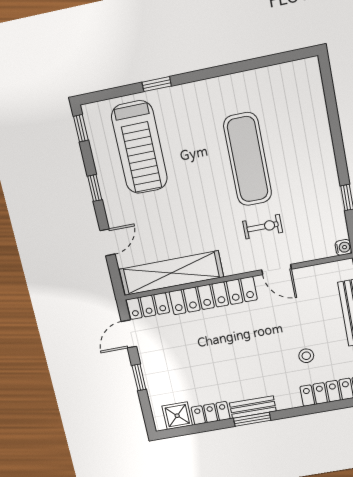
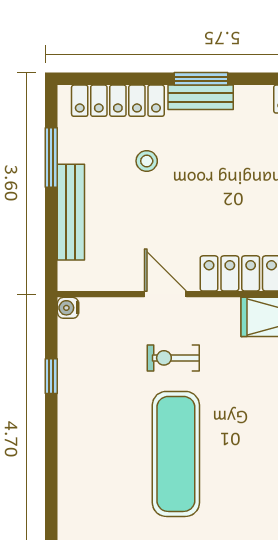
bench: (253, 407) -> (201, 97), moved
window: (252, 419) -> (201, 79), moved

